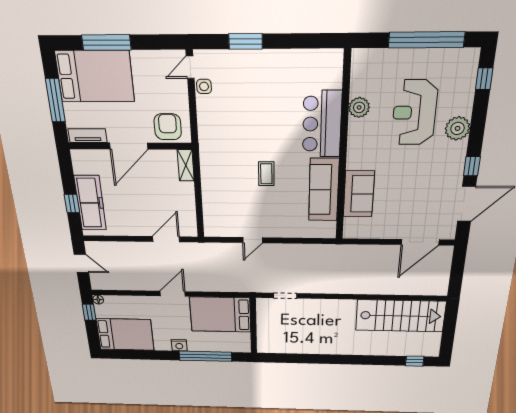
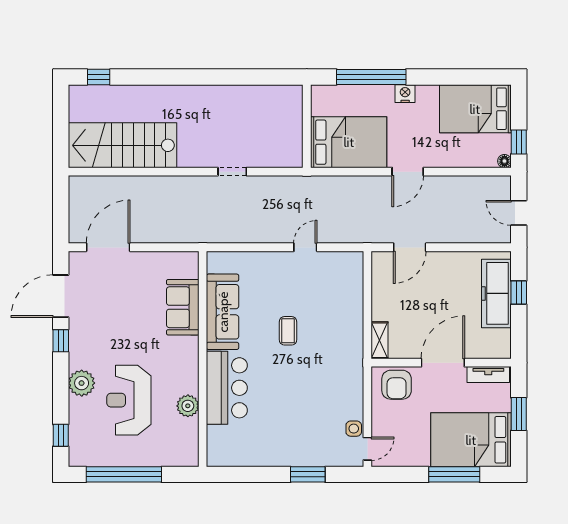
window: (55, 100) -> (519, 414), width x0.69
reception desk: (414, 113) -> (129, 400), turned 180
doorway: (285, 296) -> (232, 172), moved

